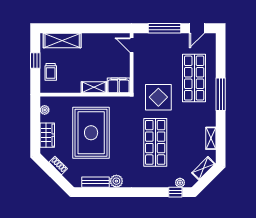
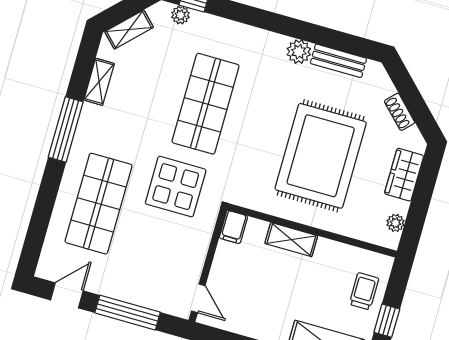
filing cabinet: (119, 85) -> (233, 227), width x0.50
window: (221, 94) -> (66, 129), moved

